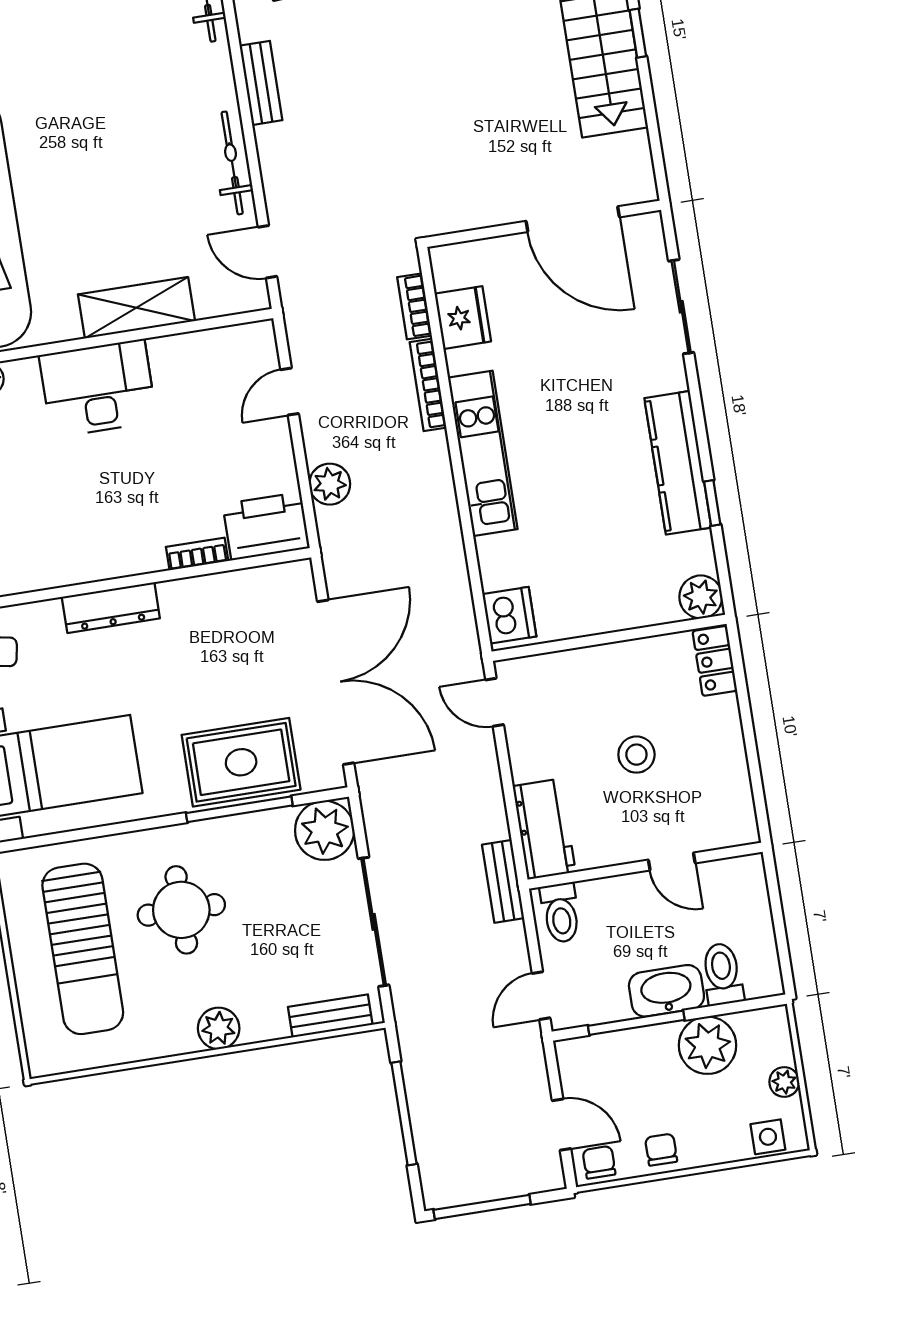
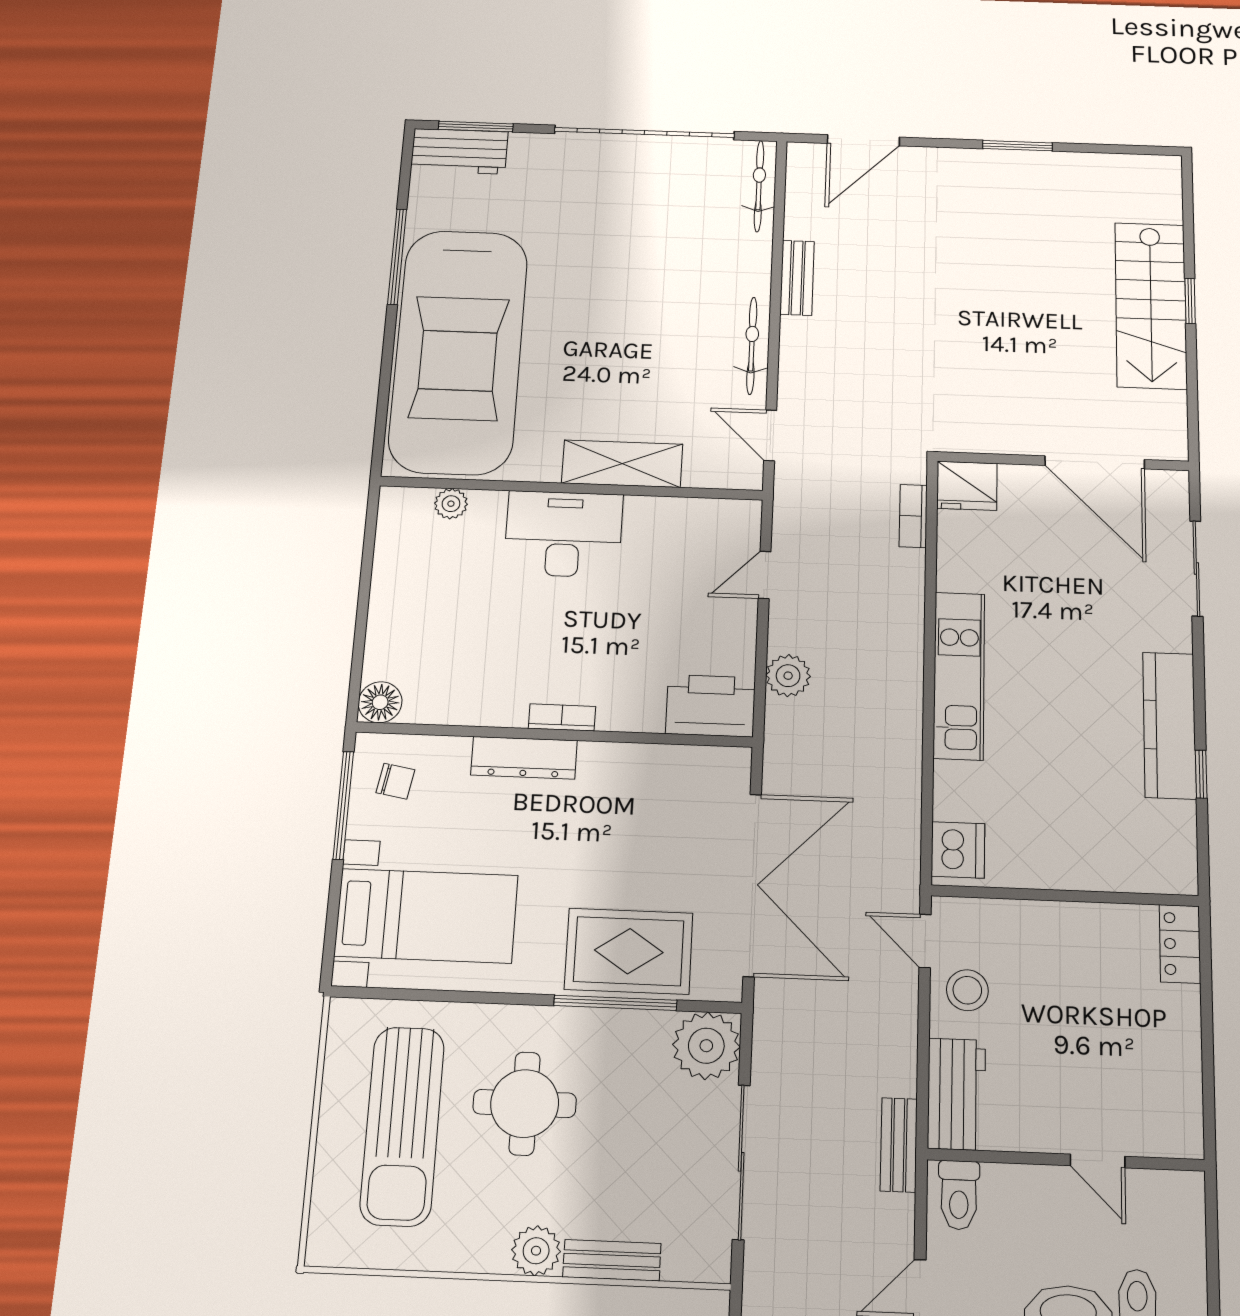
fridge: (463, 318) -> (967, 486), moved, turned 90
bookcase: (428, 385) -> (913, 596), removed
bookcase: (197, 554) -> (562, 717), moved
plant: (701, 597) -> (1174, 871), removed
stool: (636, 755) -> (967, 990), moved
bench: (330, 1016) -> (612, 1260), moved

